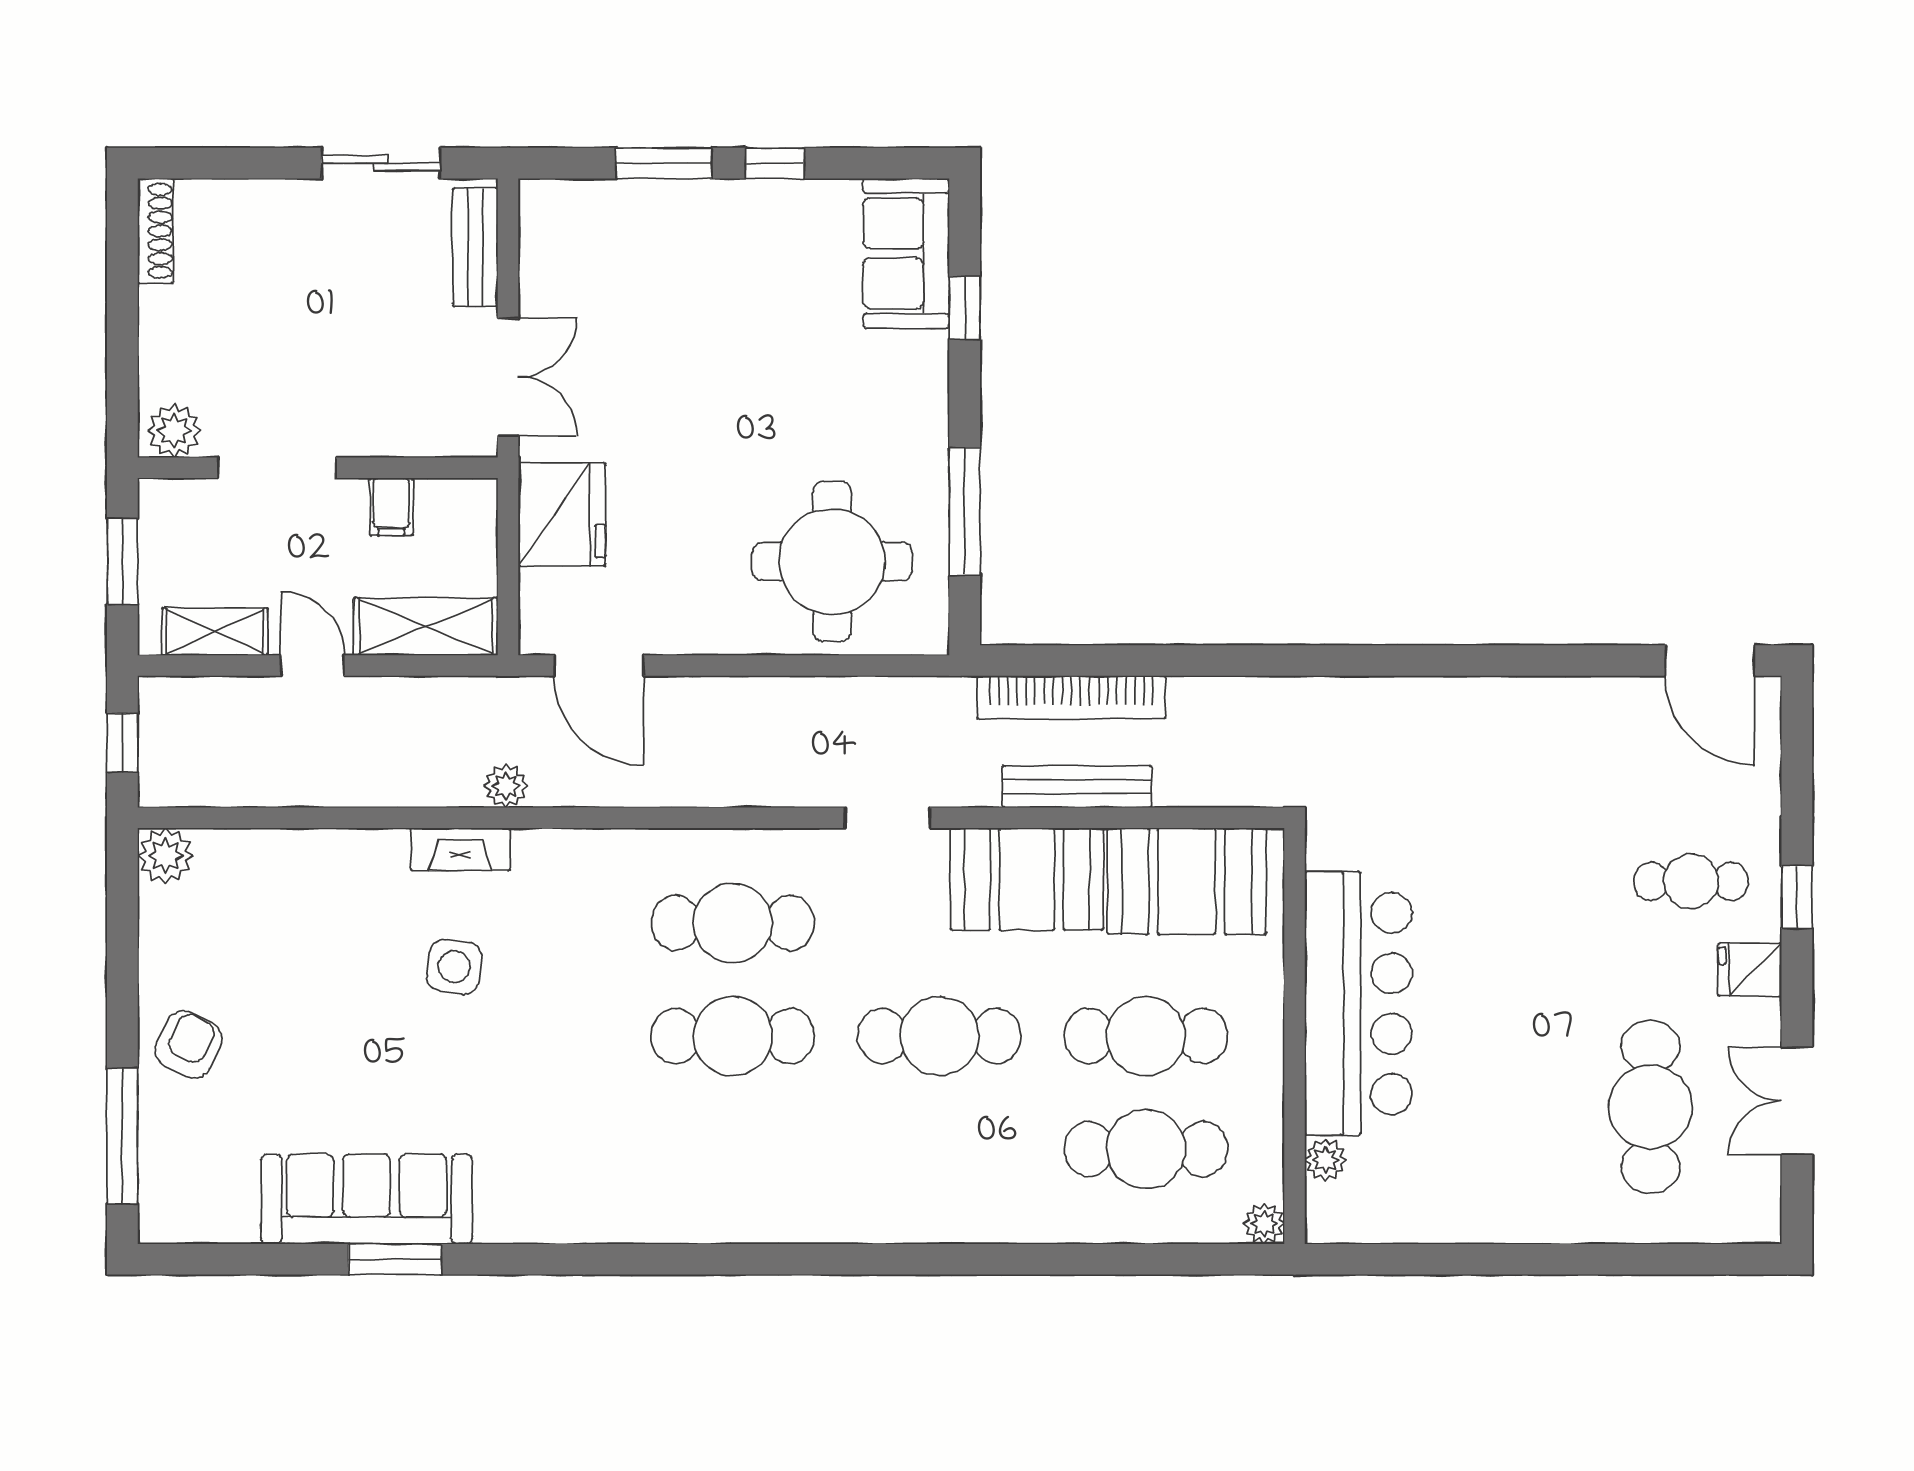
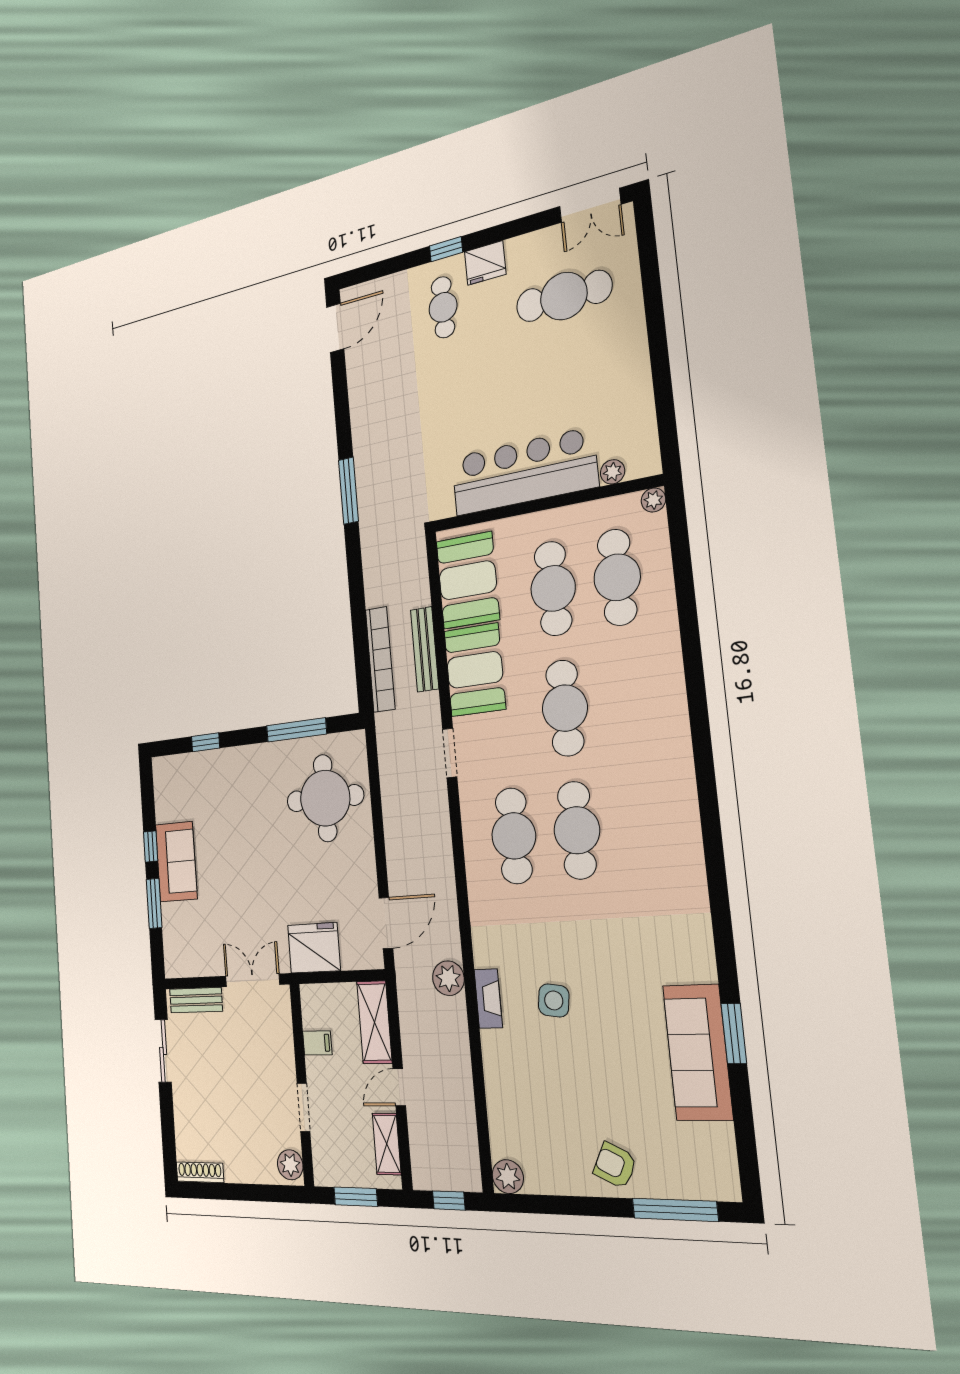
sofa: (906, 253) -> (176, 862), moved, turned -90
doorway: (277, 468) -> (304, 1107), width x0.73
window: (1394, 660) -> (348, 491), added
plant: (506, 786) -> (448, 978), width x1.38, depth x1.38
fridge: (1750, 970) -> (485, 263), width x1.38
double door: (1797, 1101) -> (590, 205), moved

